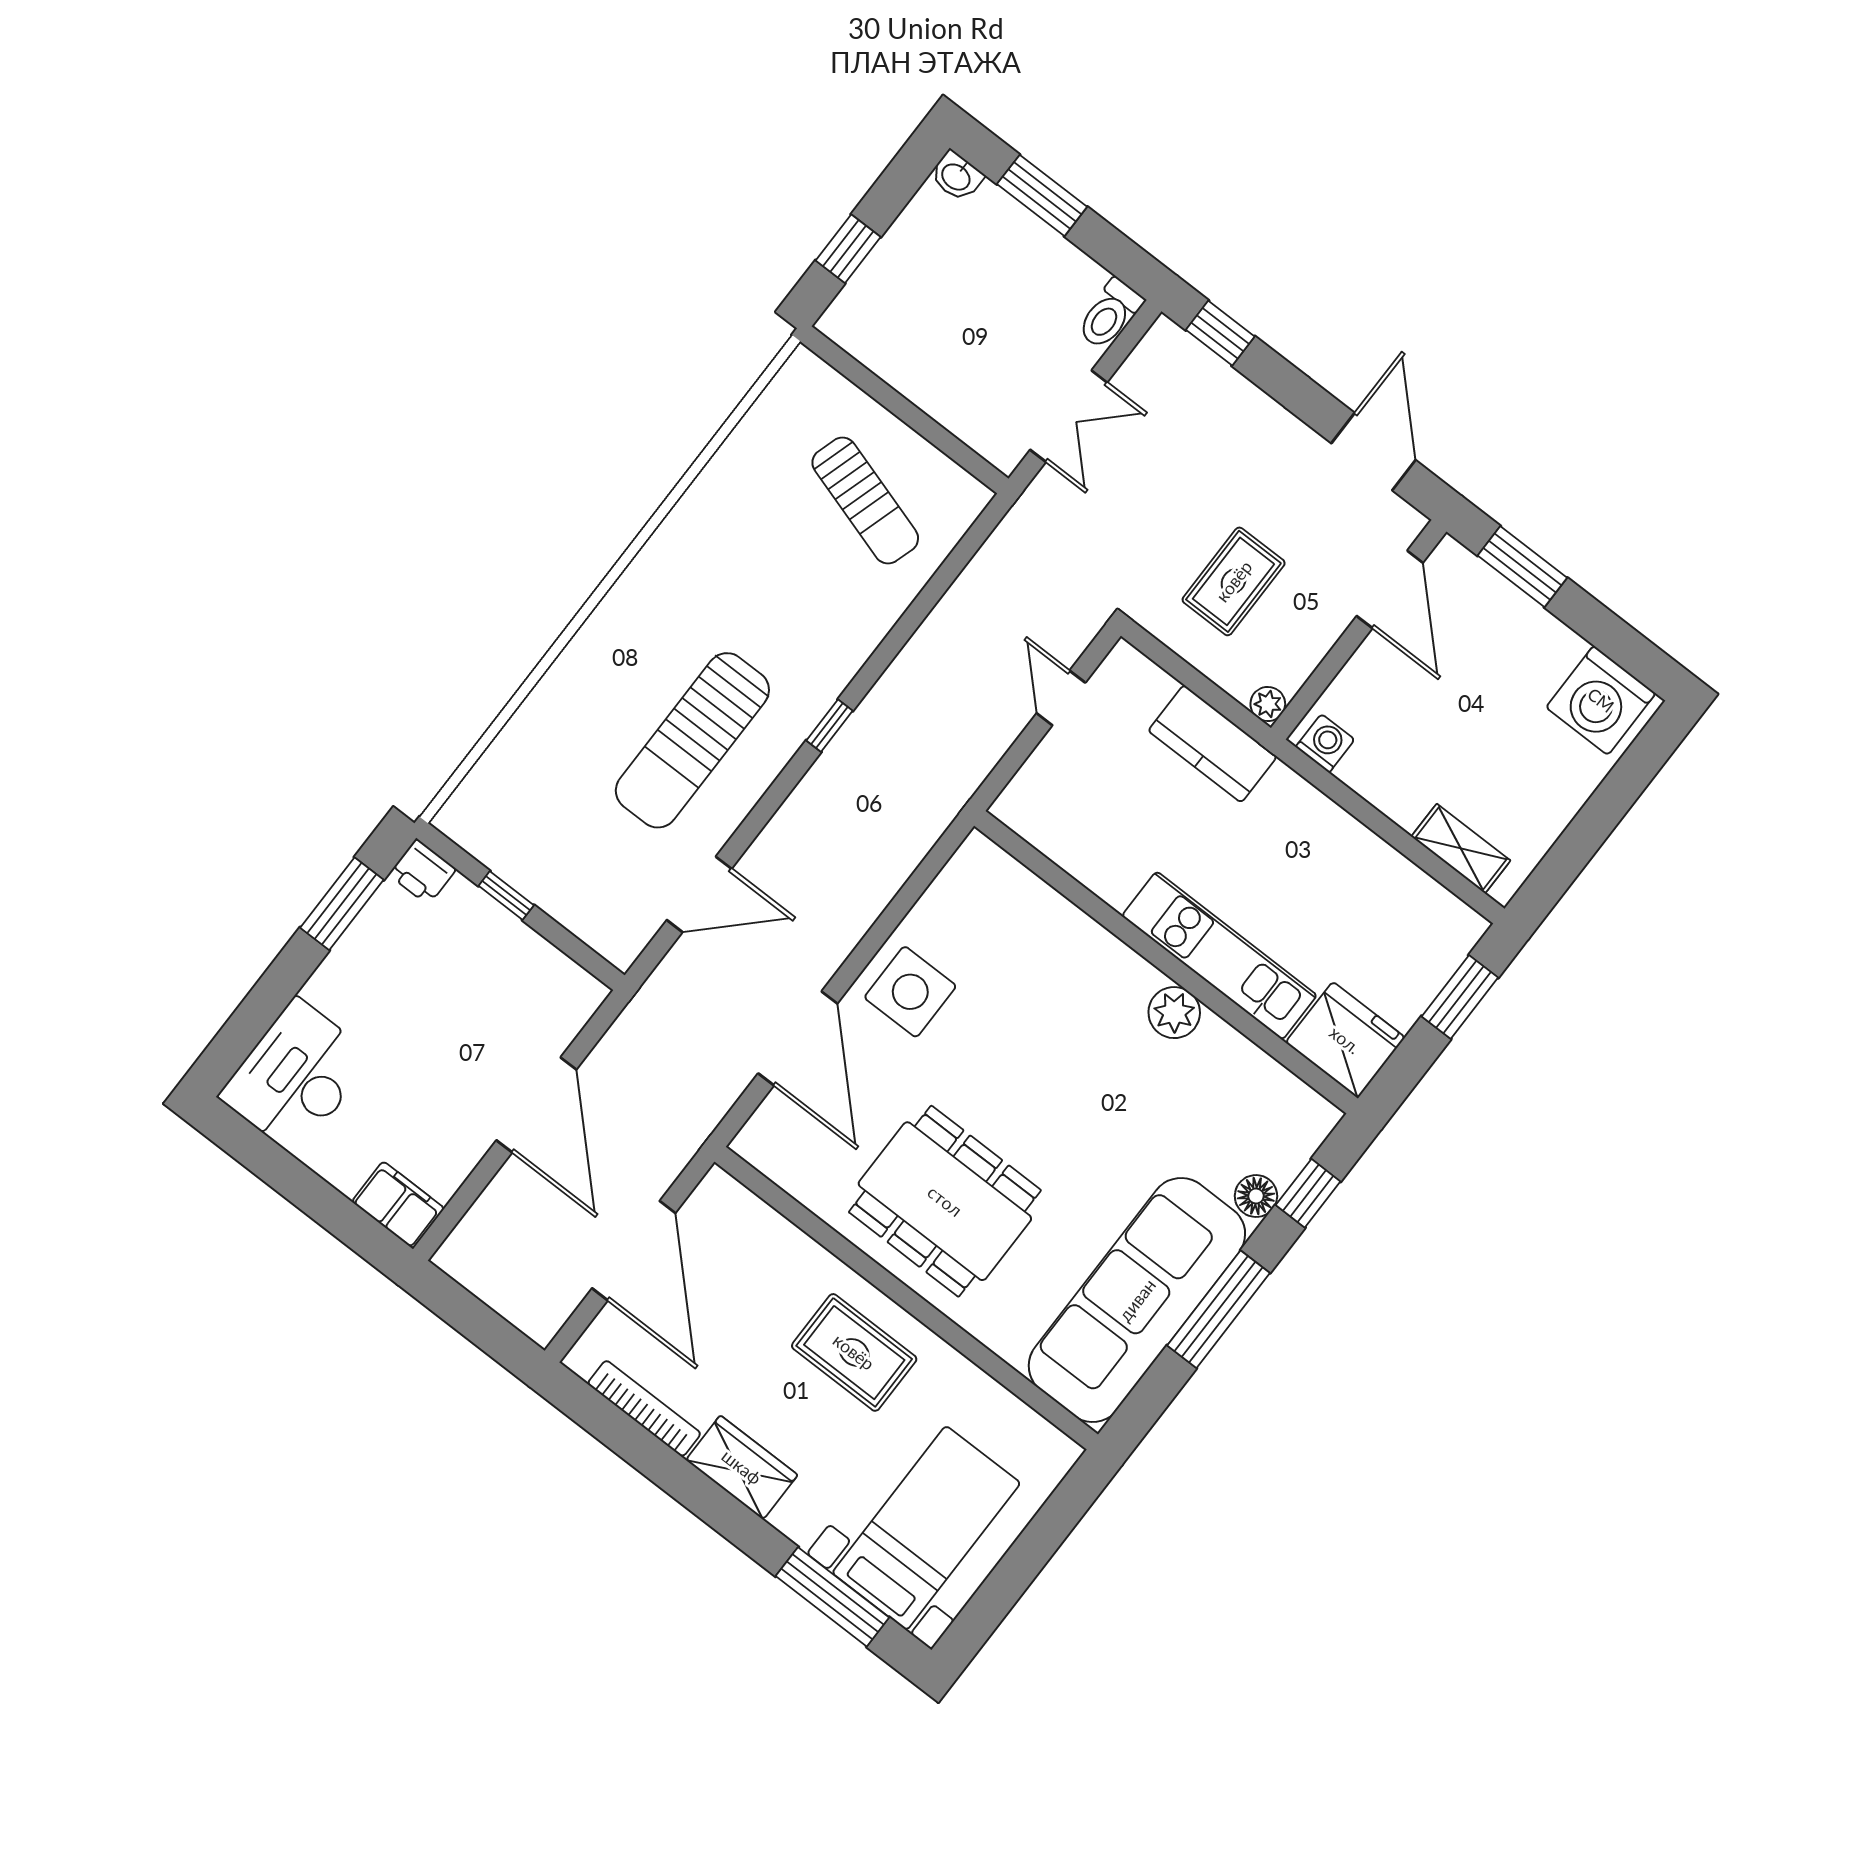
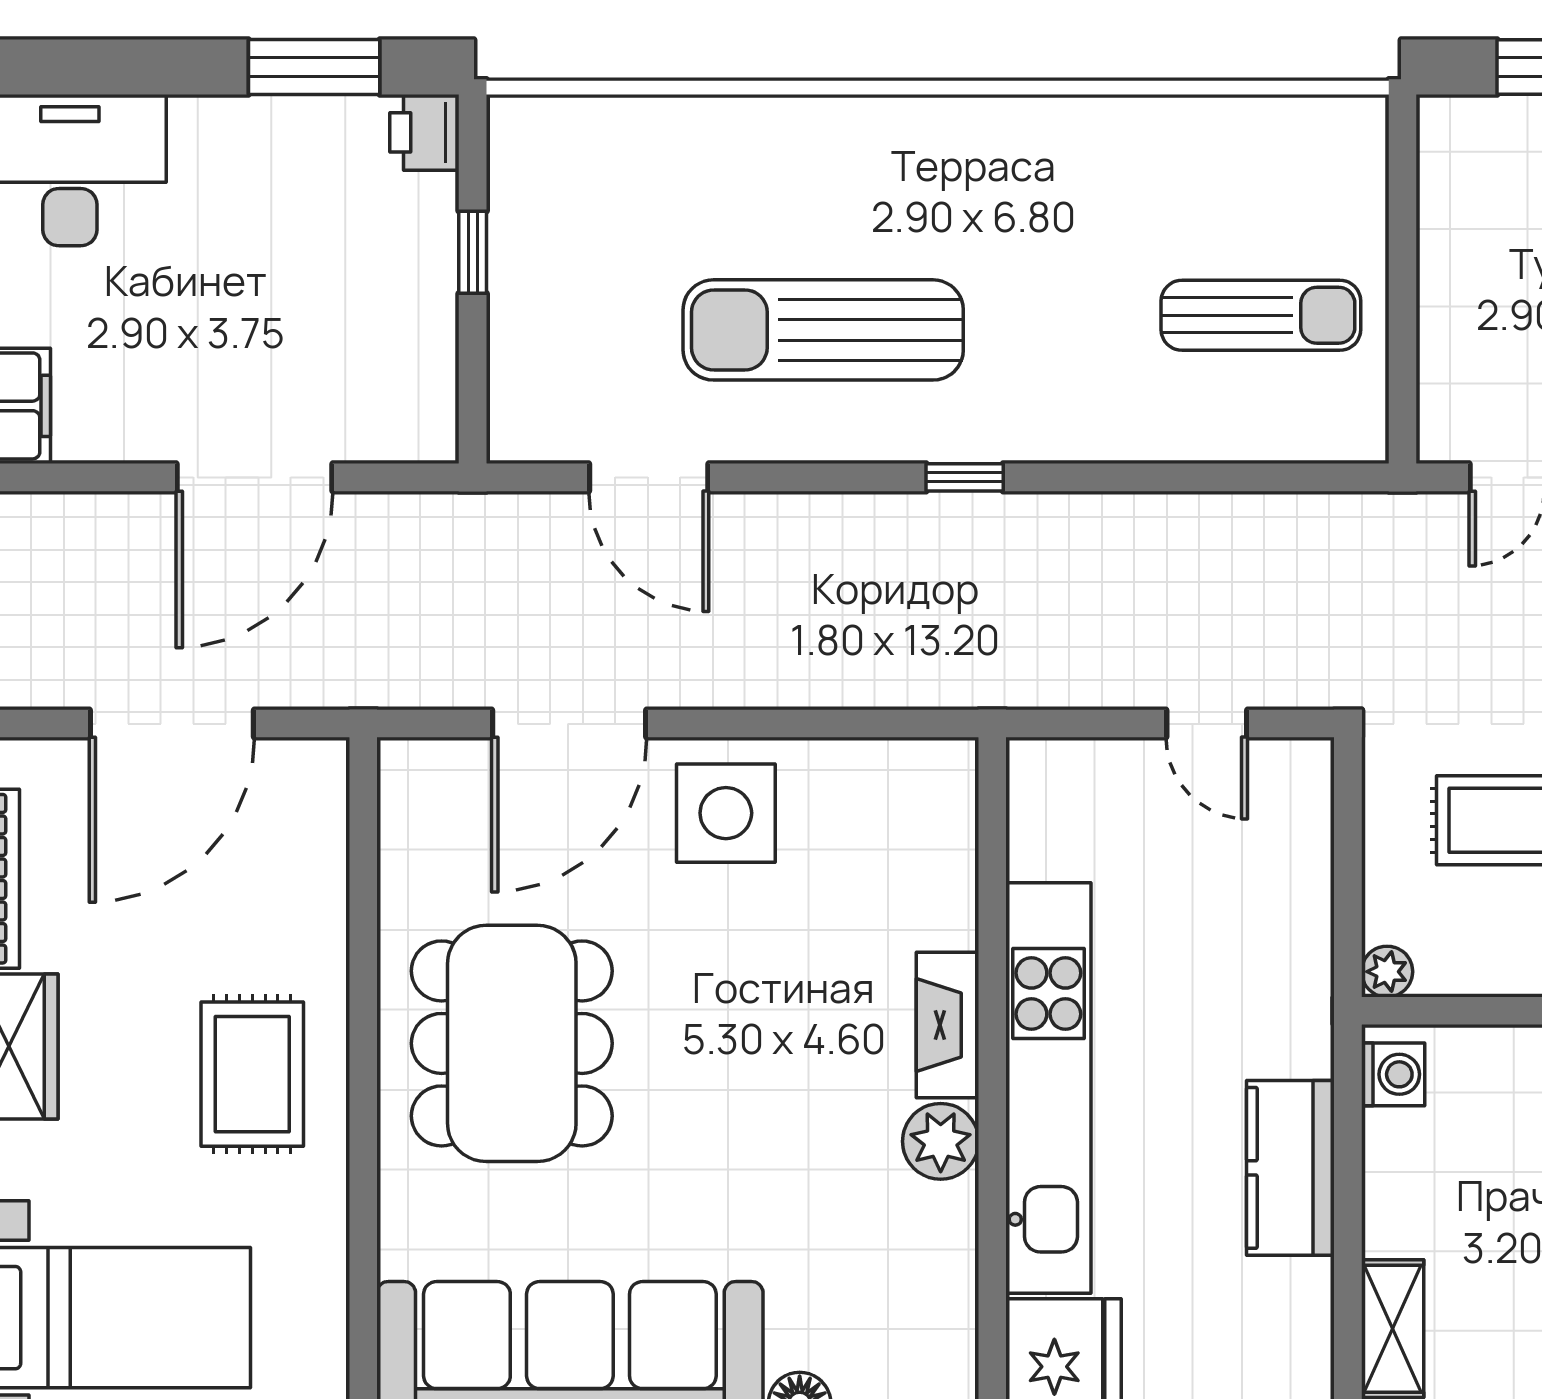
sun lounger: (865, 501) -> (1261, 315), turned -107
door: (1061, 698) -> (1207, 724), swing flipped
kitchen counter: (1213, 744) -> (1290, 1168), moved
kitchen unit: (1219, 956) -> (1048, 1088), width x1.36
fireplace: (1115, 961) -> (947, 1025), added

